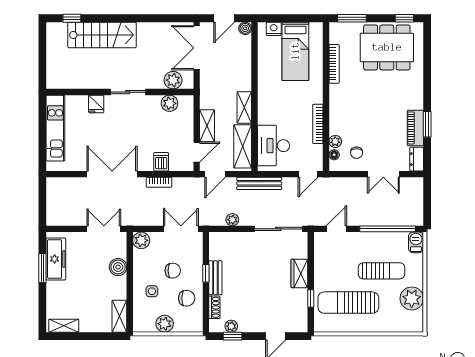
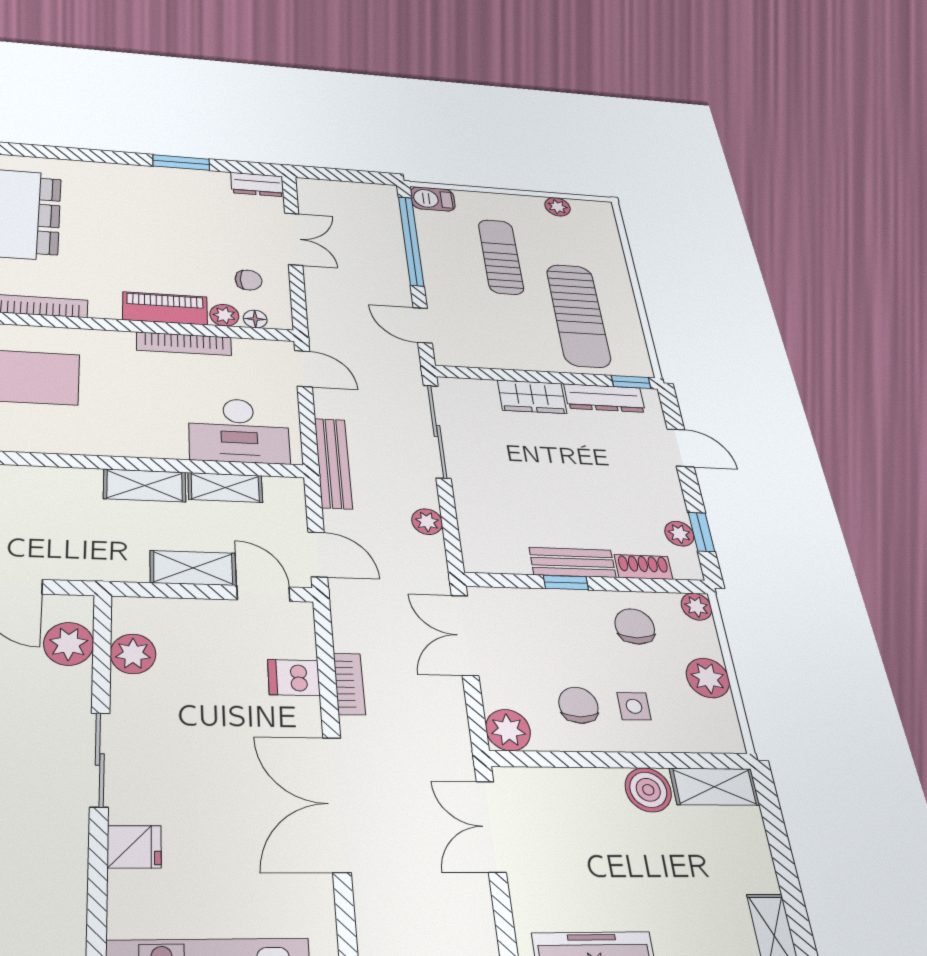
piano: (415, 128) -> (165, 308), moved, turned 180
shelving: (243, 146) -> (225, 488), width x0.67, depth x0.75
boiler: (118, 267) -> (648, 790), moved
chair: (173, 271) -> (578, 705), moved
window: (311, 298) -> (631, 382), moved
plant: (412, 298) -> (558, 207), width x0.53, depth x0.53
dresser: (301, 306) -> (604, 398), added
plant: (197, 326) -> (696, 607), added

